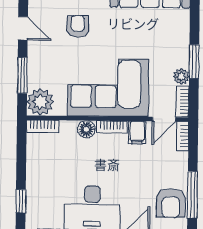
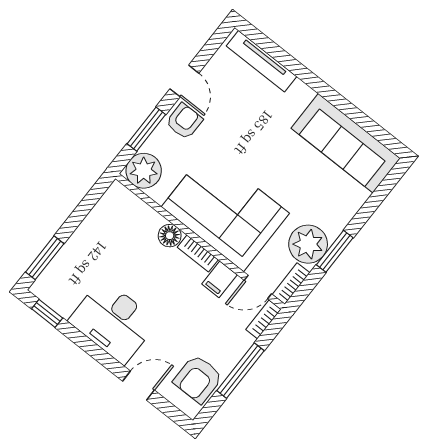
armchair: (78, 26) -> (184, 121), moved
plant: (181, 77) -> (308, 244), width x1.88, depth x1.88
bookcase: (43, 126) -> (127, 198), removed
window: (192, 195) -> (240, 371), moved
window: (21, 201) -> (45, 258), width x1.50

